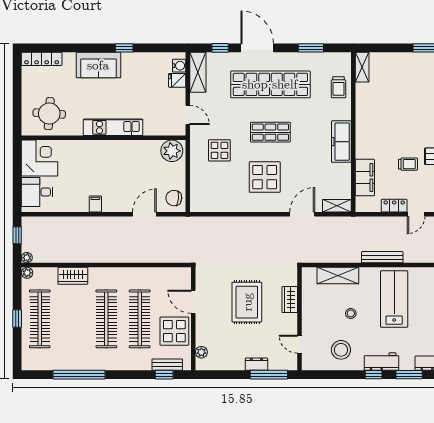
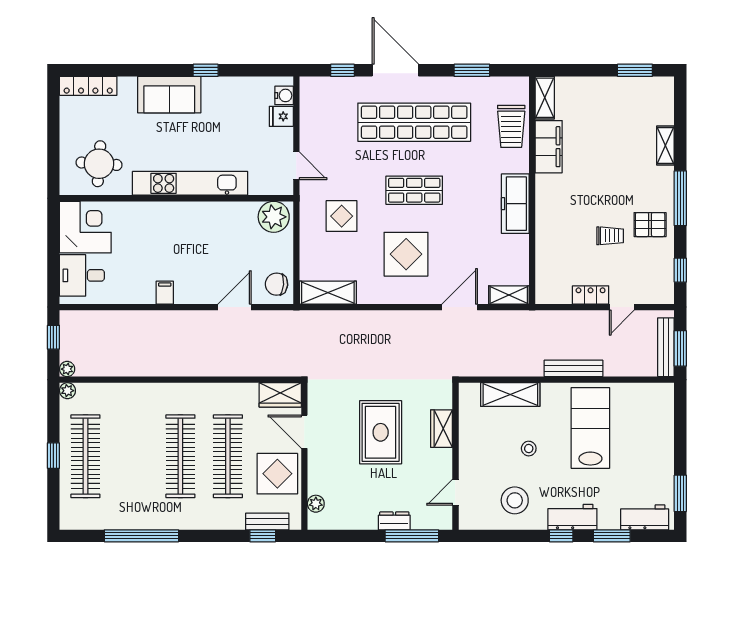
shelving: (198, 72) -> (328, 293), moved, turned 90
trolley: (339, 87) -> (511, 126), width x1.36, depth x1.39
kitchen unit: (113, 127) -> (190, 183), width x1.36
filing cabinet: (365, 177) -> (549, 147), moved
wardrobe: (73, 276) -> (280, 395), moved
door: (299, 344) -> (455, 492), hinge flipped

